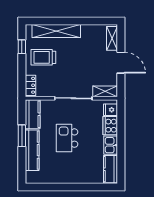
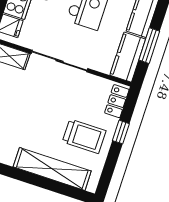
window: (22, 47) -> (121, 132), moved
window: (22, 136) -> (149, 46), moved

